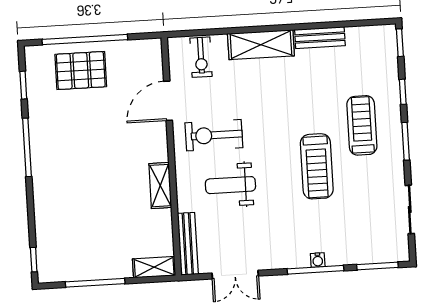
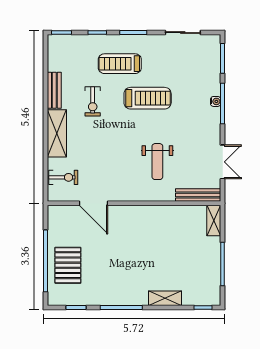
exercise bike: (214, 135) -> (93, 101), moved, width x0.73, depth x0.72
shelving: (160, 186) -> (165, 298), moved

